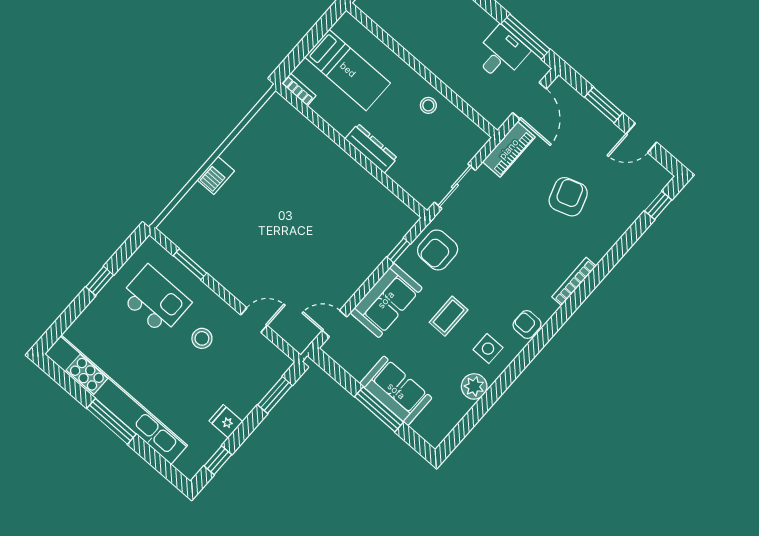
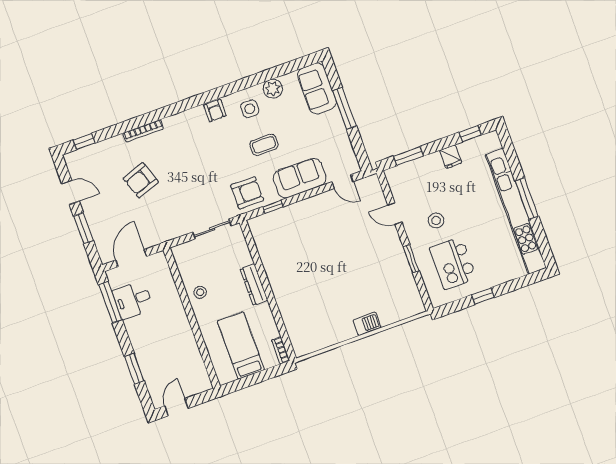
piano: (509, 149) -> (163, 234), removed
window: (190, 264) -> (411, 259), moved
bookcase: (574, 281) -> (143, 131), moved
sofa: (396, 391) -> (317, 88), moved

